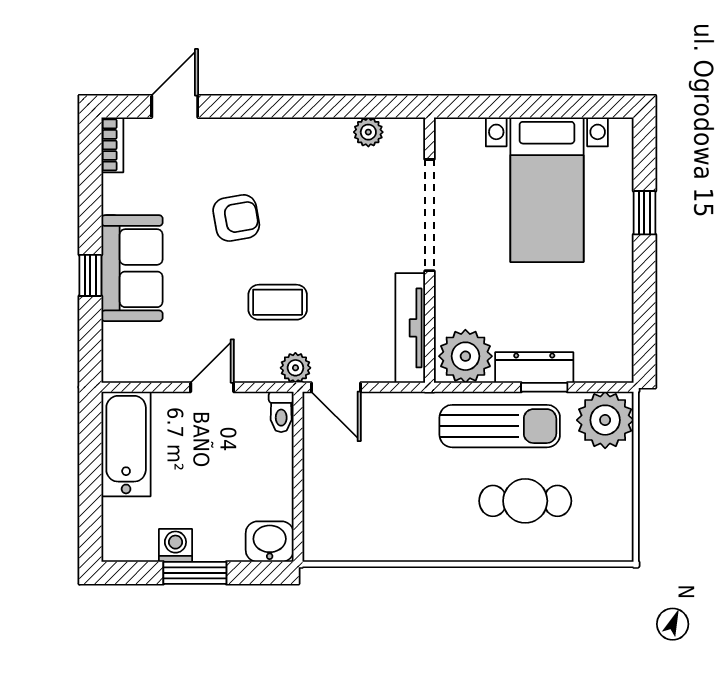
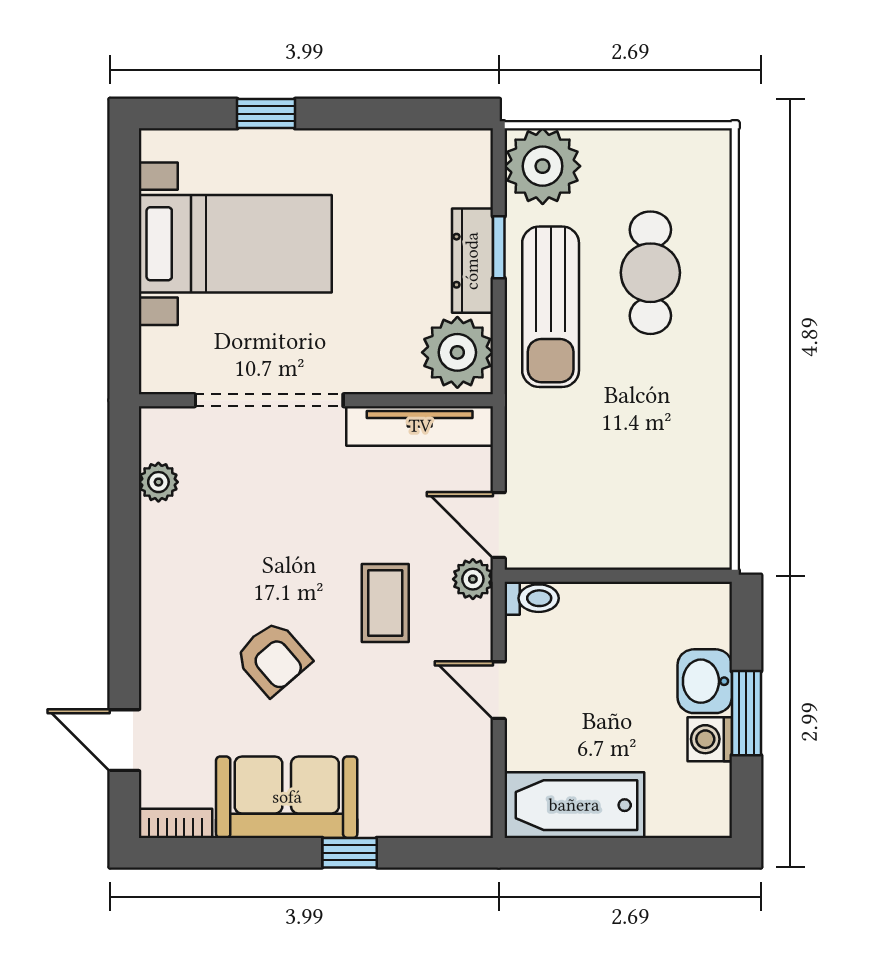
armchair: (236, 218) -> (273, 658), turned 149
sofa: (132, 268) -> (287, 797), moved
door: (336, 387) -> (499, 525), swing flipped
sun lounger: (500, 426) -> (551, 307), turned 180
washbasin: (270, 542) -> (705, 681), moved

